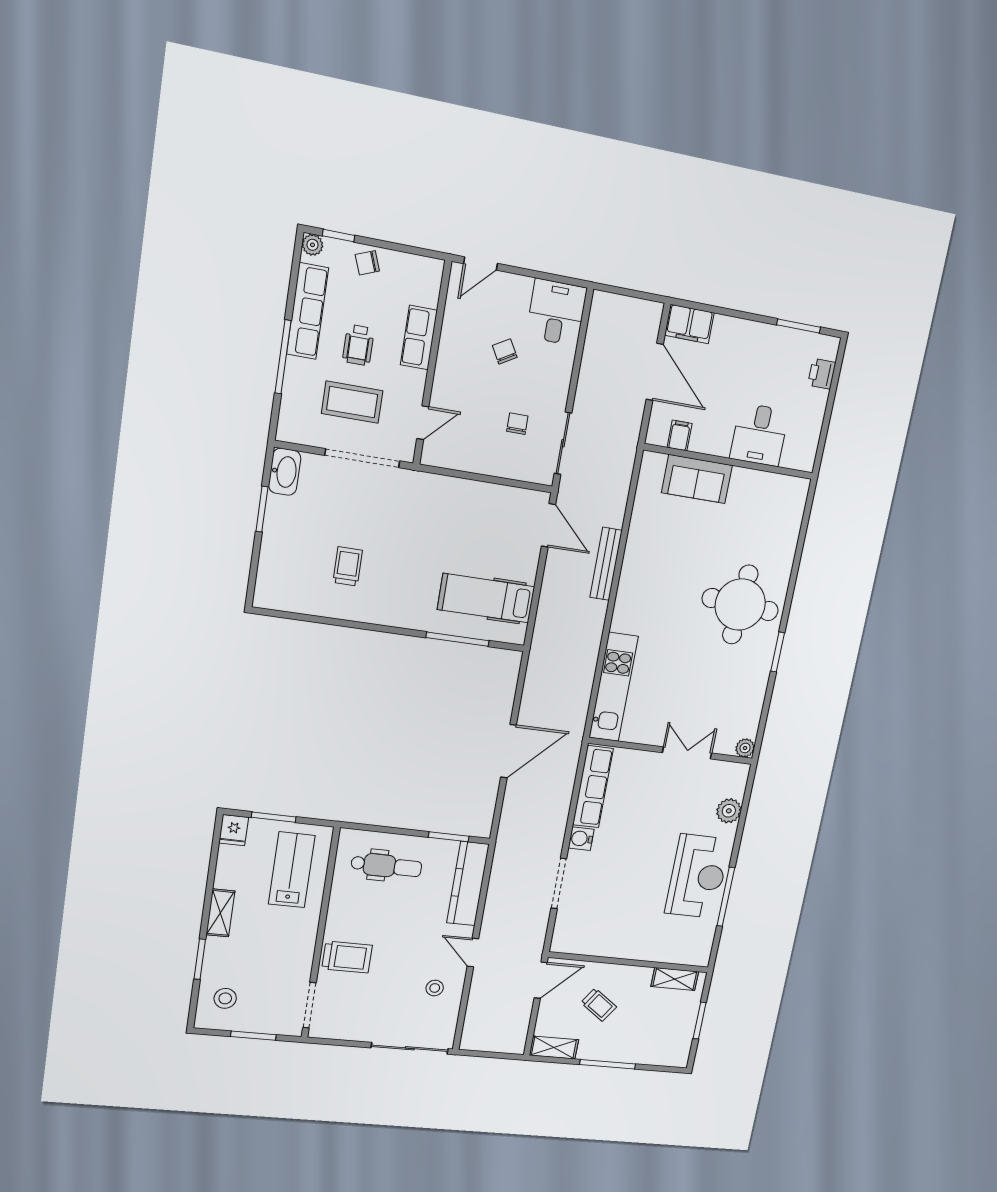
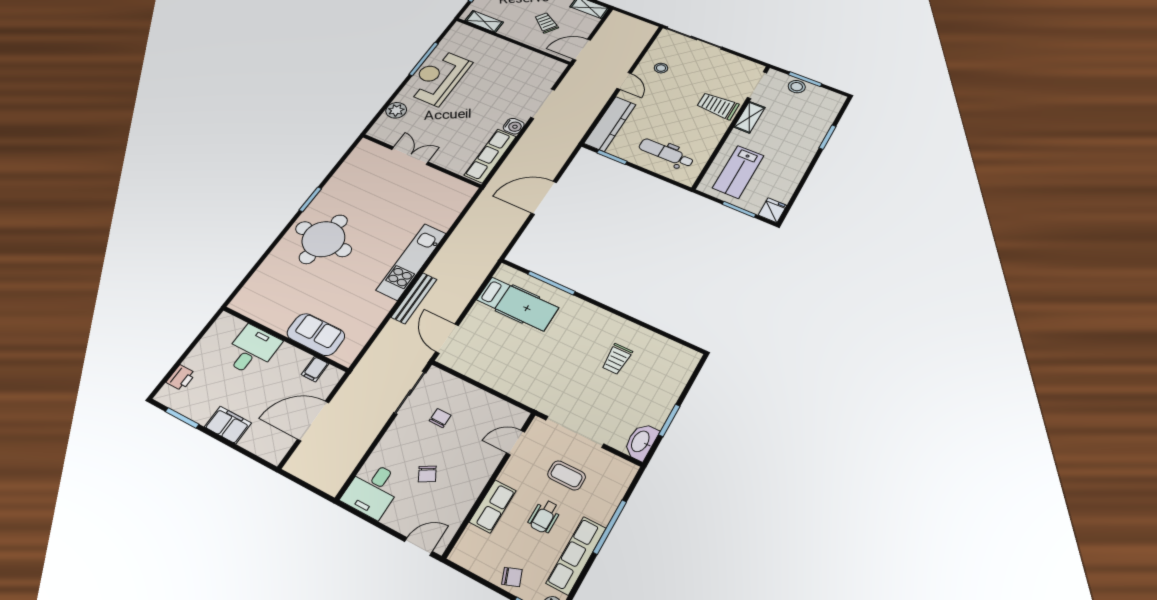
filing cabinet: (689, 324) -> (228, 425), moved
wheelchair: (358, 345) -> (545, 516), turned 180
door: (655, 372) -> (313, 421), hinge flipped
coffee table: (352, 402) -> (567, 475), width x0.73, depth x0.77
chair: (517, 424) -> (440, 418), turned 180
kitchen unit: (614, 687) -> (411, 262), moved
plant: (745, 748) -> (365, 146), removed
double door: (687, 753) -> (410, 156), swing flipped
shelving: (220, 913) -> (749, 117), moved
stool: (225, 998) -> (797, 87), moved

